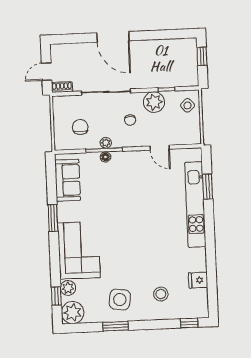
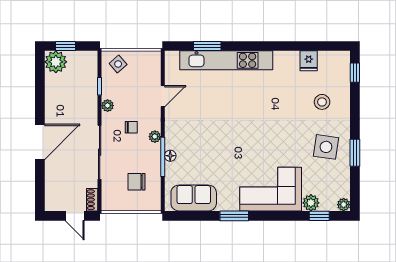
plant: (187, 48) -> (56, 62), added
plant: (154, 102) -> (108, 106), width x0.53, depth x0.53
plant: (106, 143) -> (155, 137), moved
plant: (73, 313) -> (344, 205), width x0.53, depth x0.53

